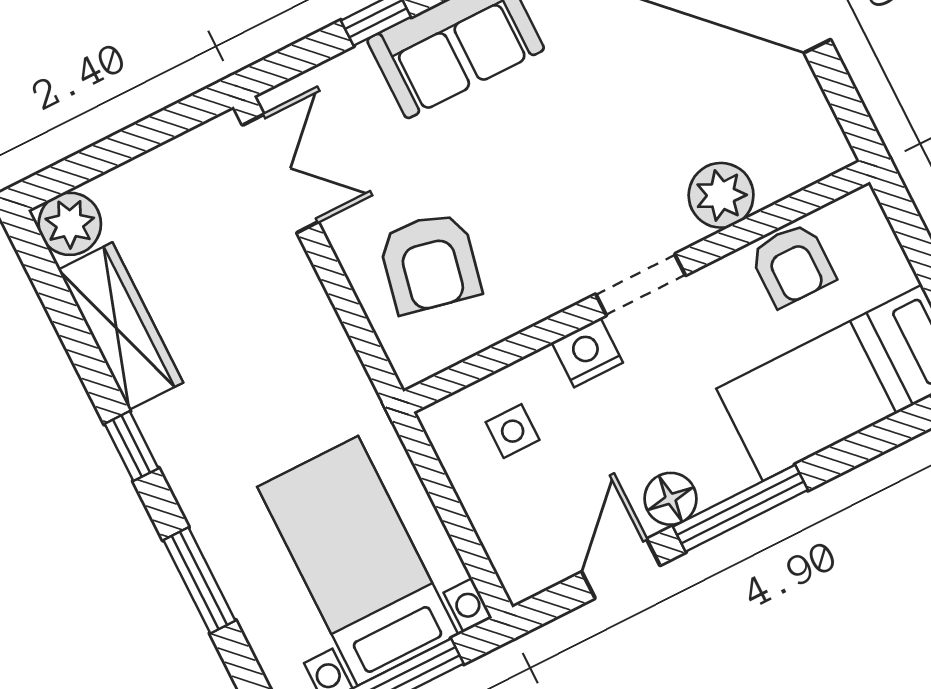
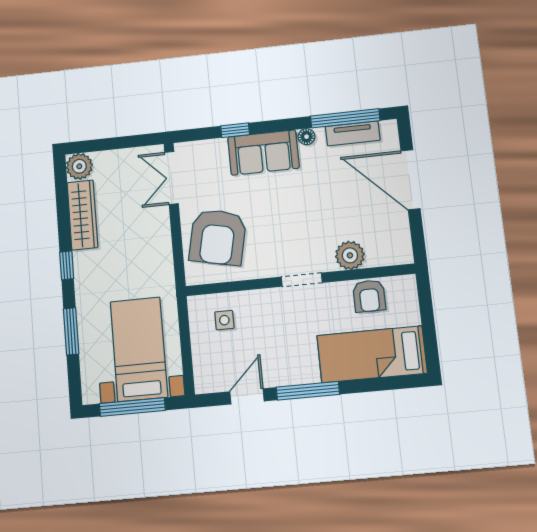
double door: (280, 174) -> (171, 178), swing flipped
armchair: (430, 263) -> (218, 237), width x1.36, depth x1.36
nightstand: (587, 353) -> (268, 299), removed
floor lamp: (670, 499) -> (280, 375), removed

